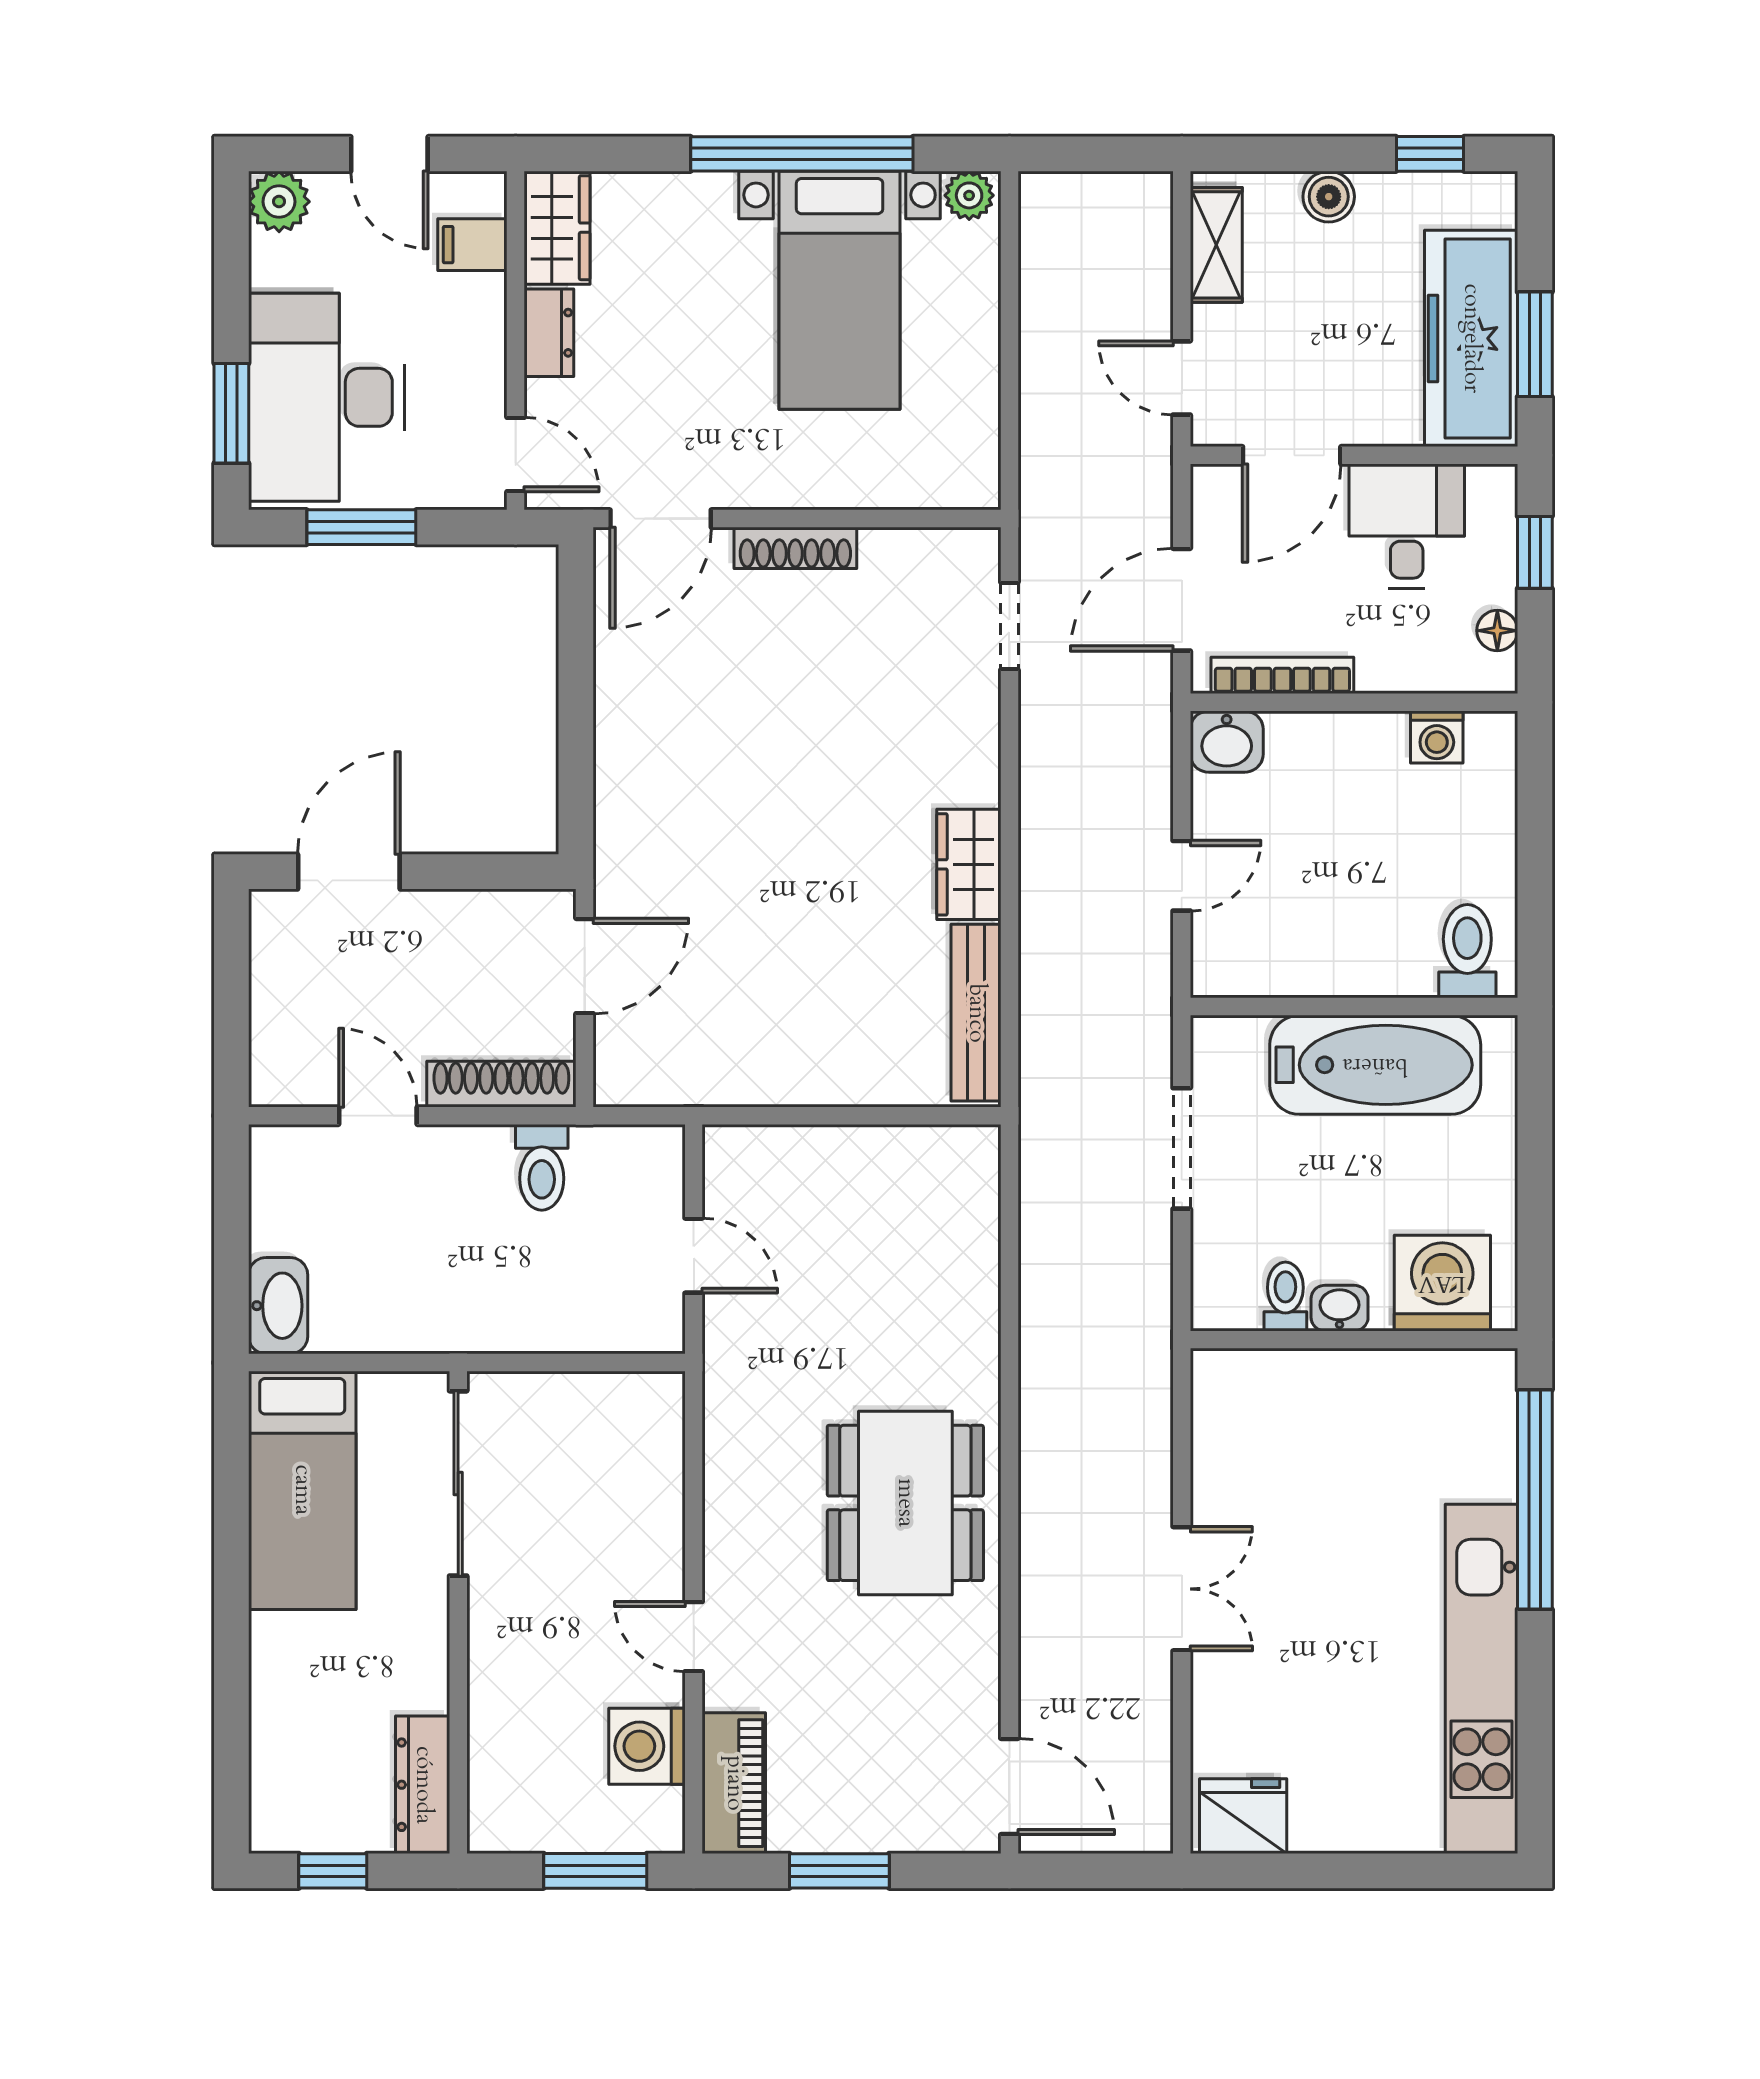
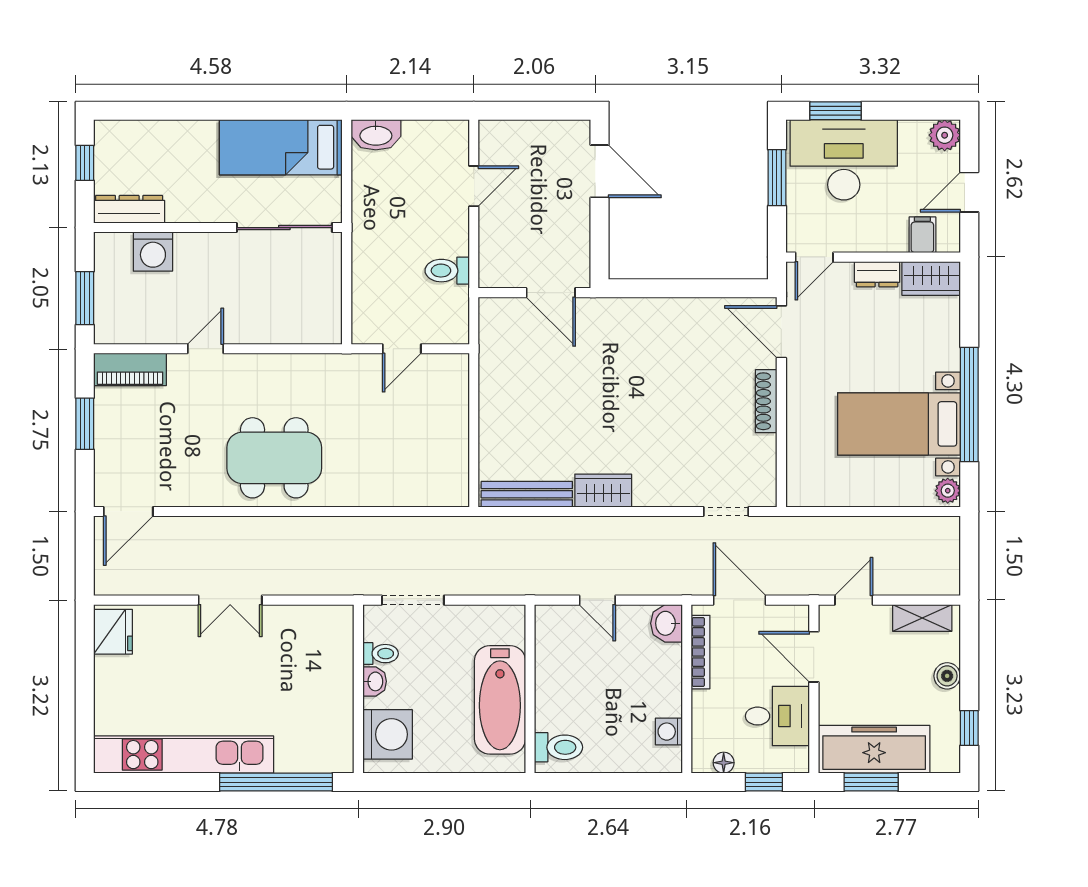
shoe rack: (501, 1084) -> (490, 250), removed
doorway: (1182, 1148) -> (413, 600), moved
washing machine: (647, 1746) -> (153, 252), moved, turned 180

